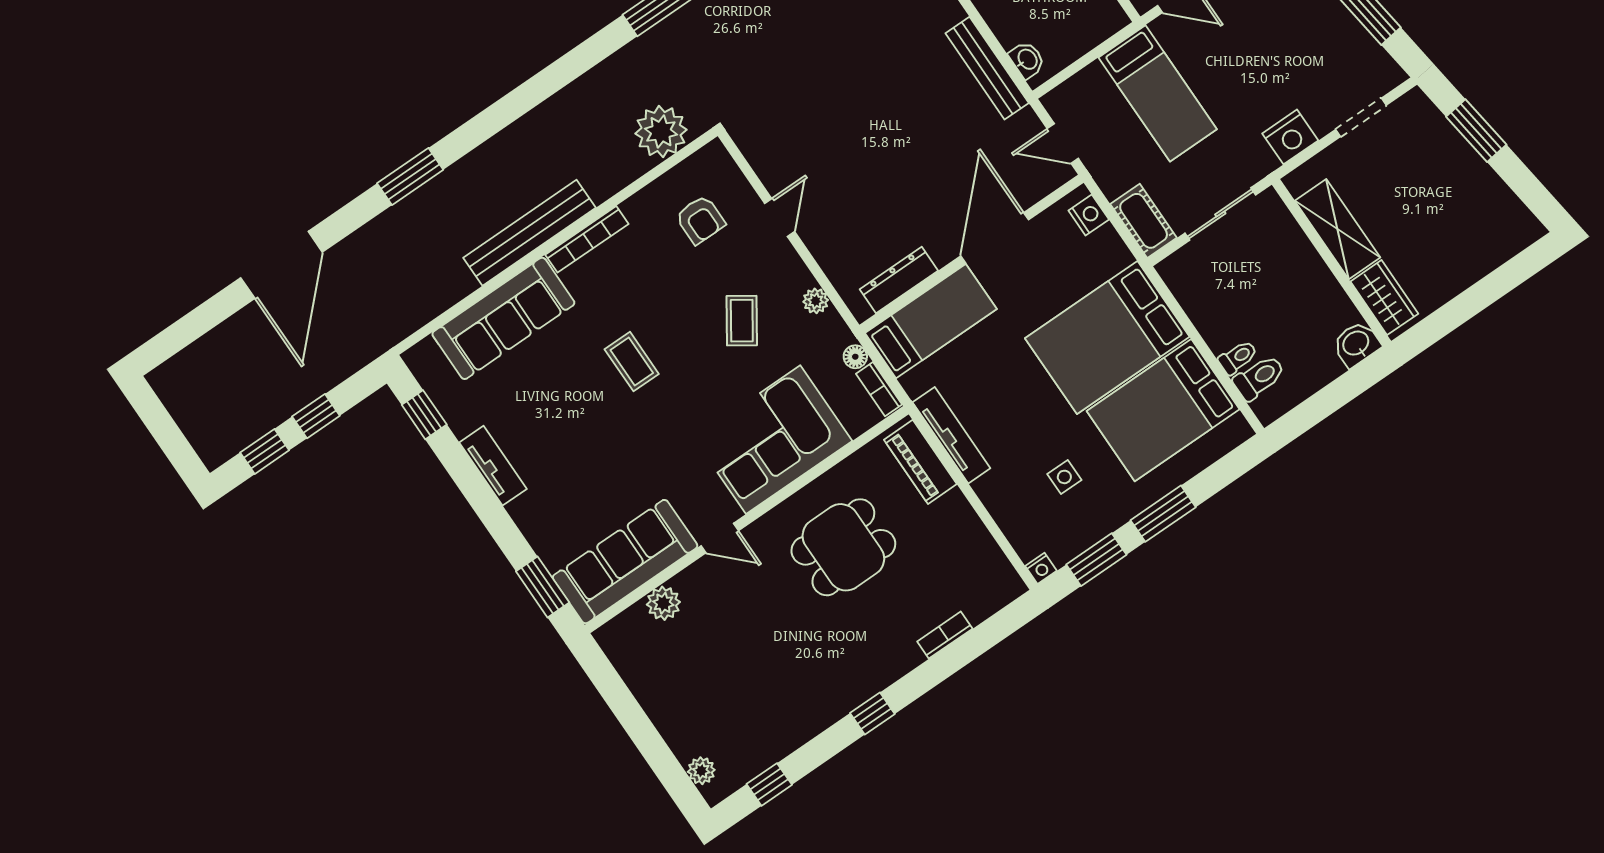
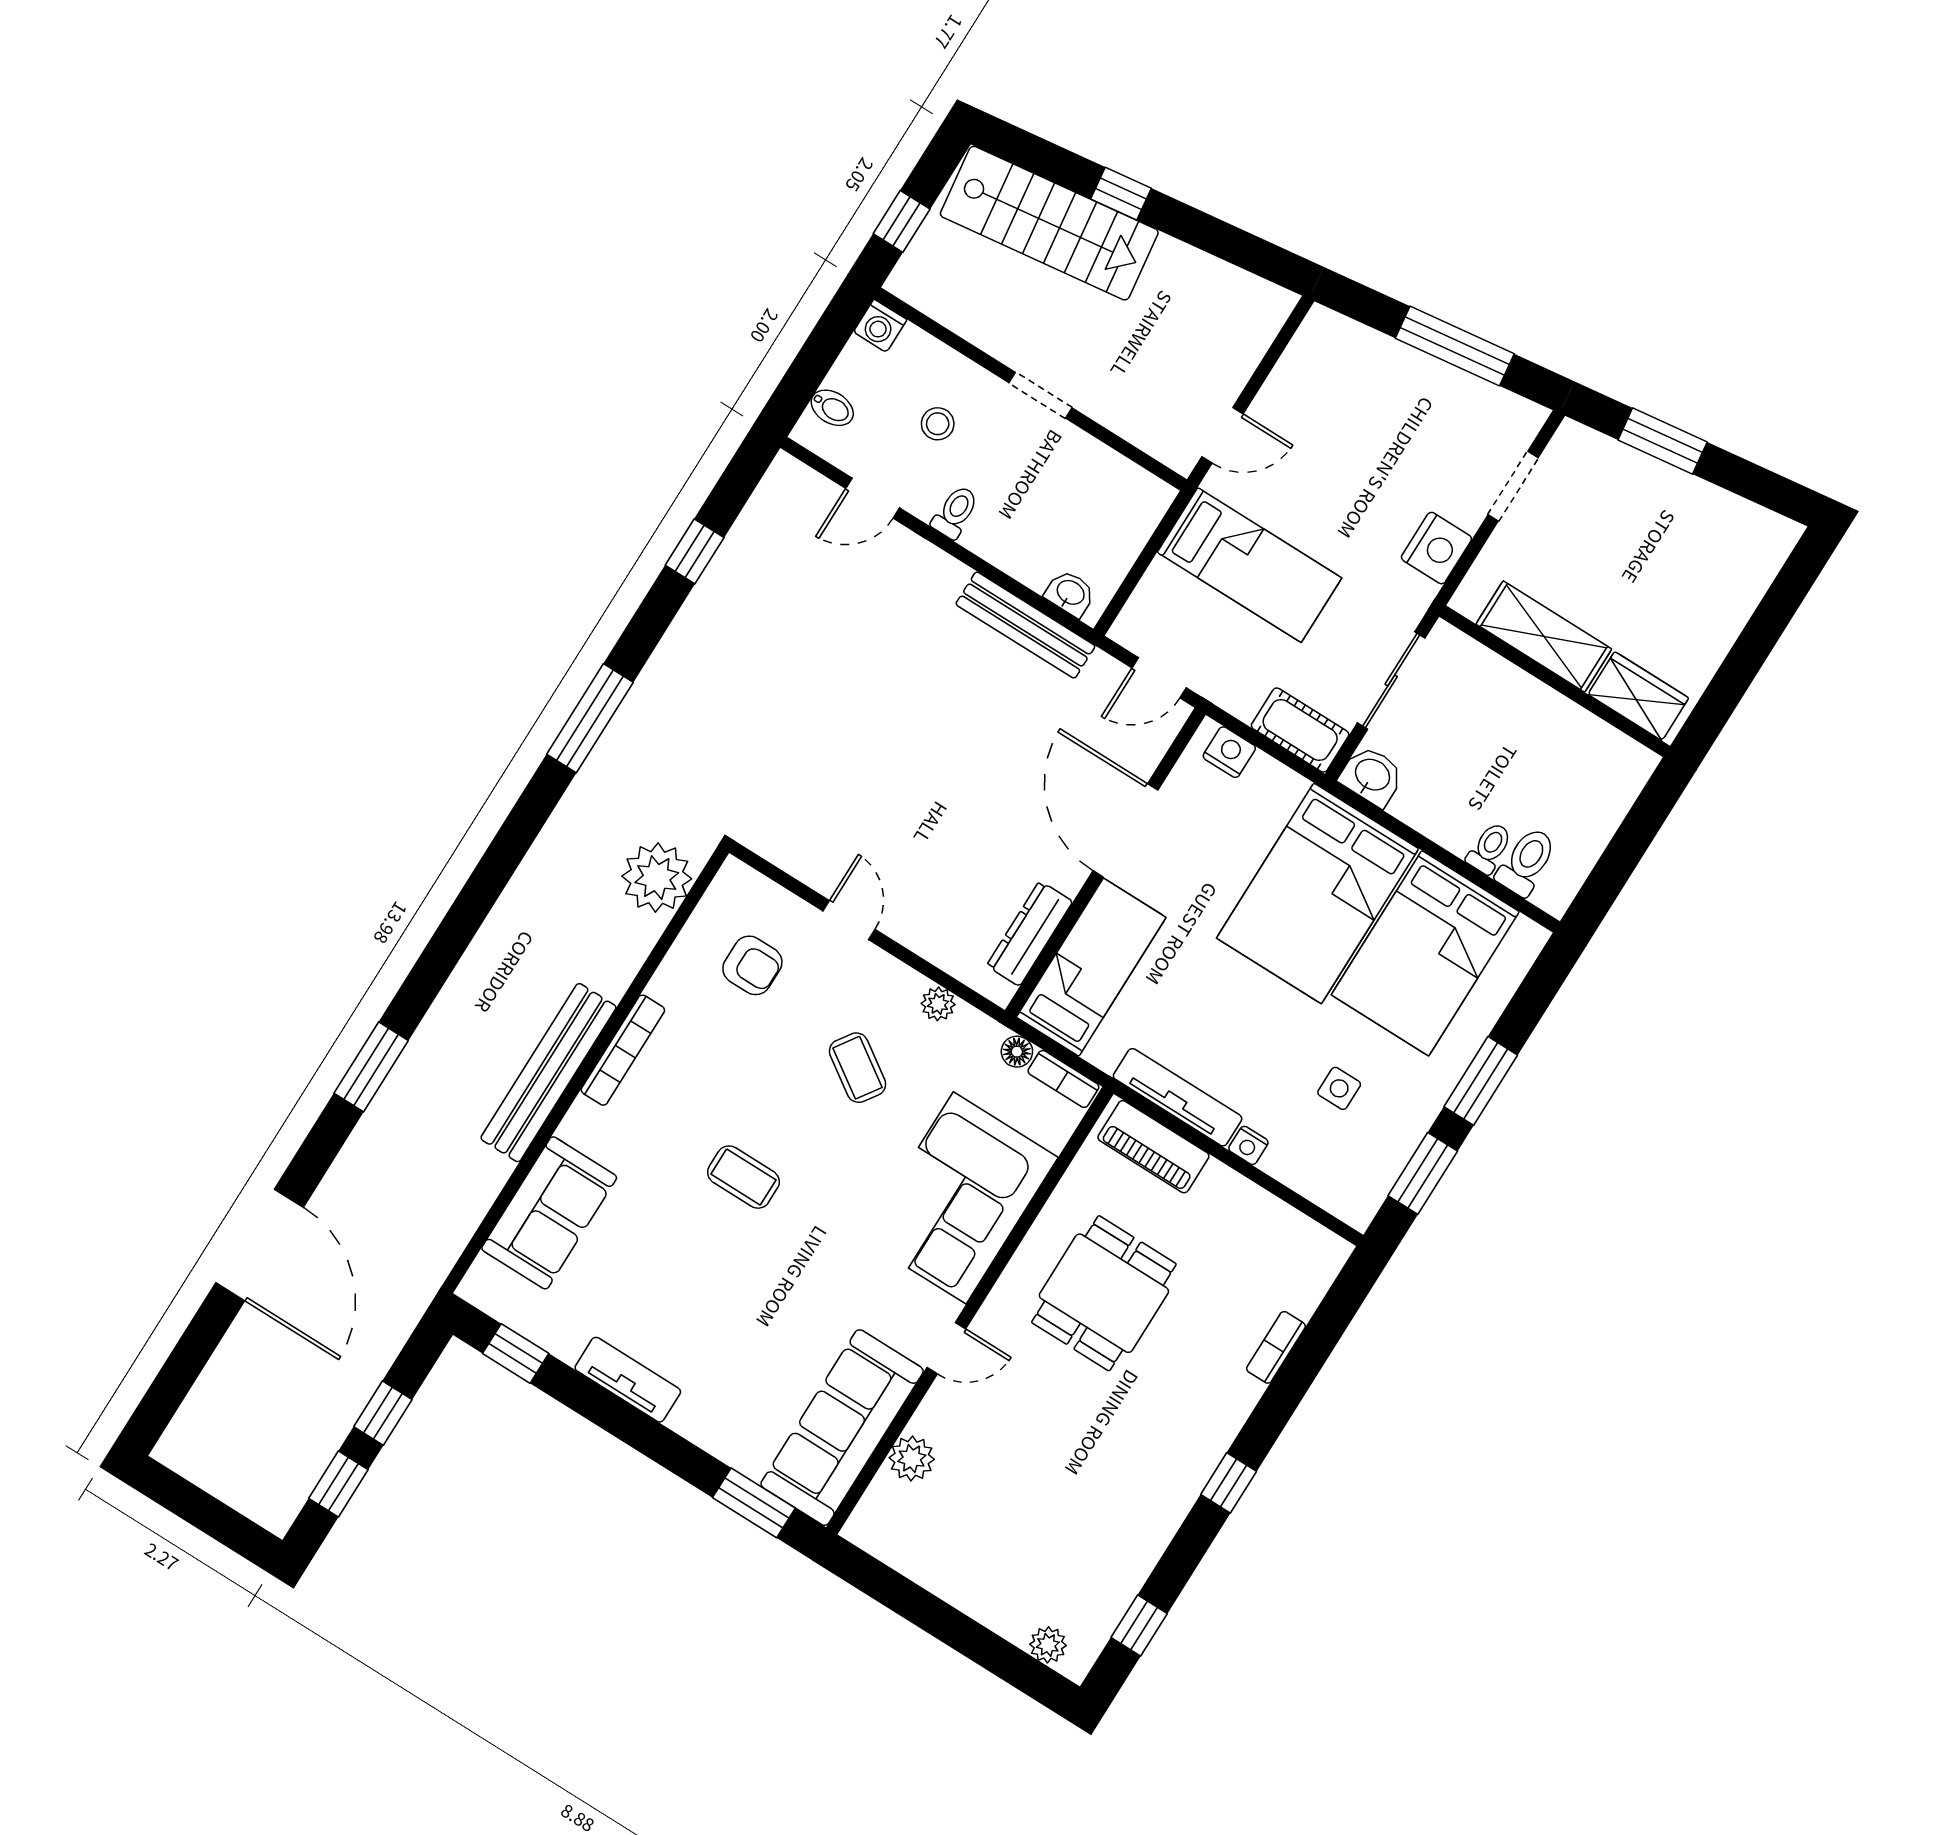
sofa: (503, 318) -> (549, 1213), width x0.73
washbasin: (1356, 344) -> (1372, 776), moved, turned 90
nightstand: (1041, 568) -> (1248, 1145), moved, turned 90

